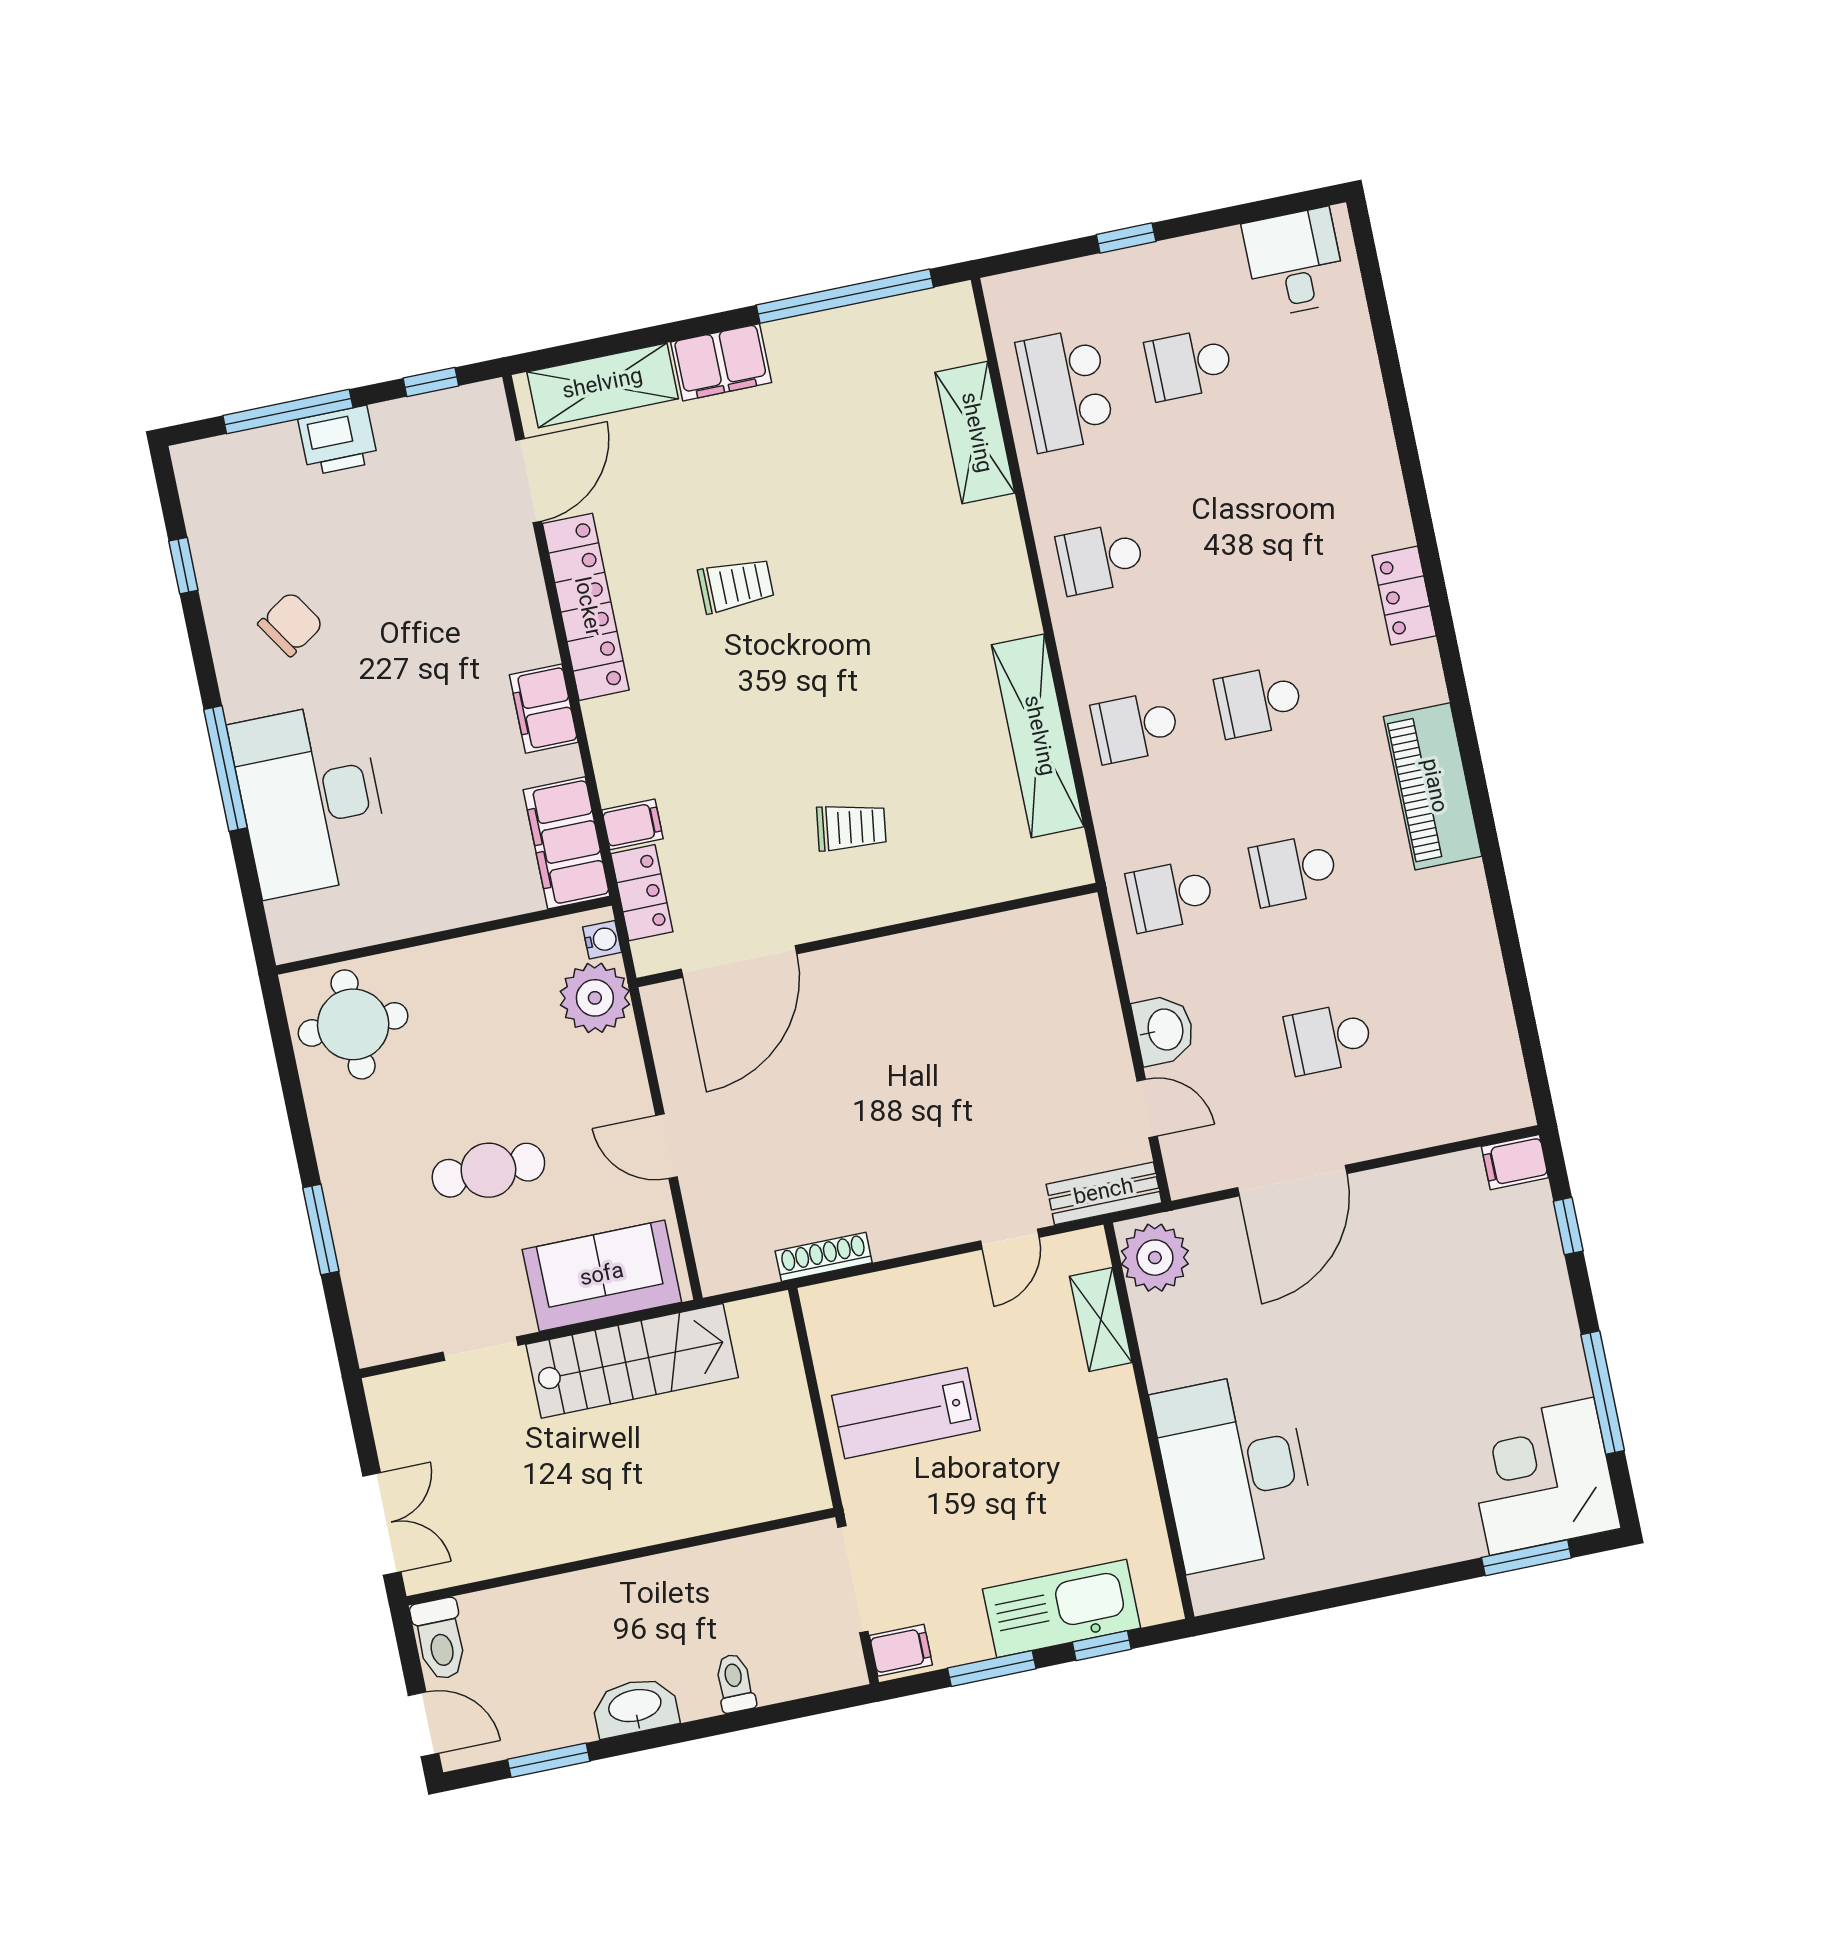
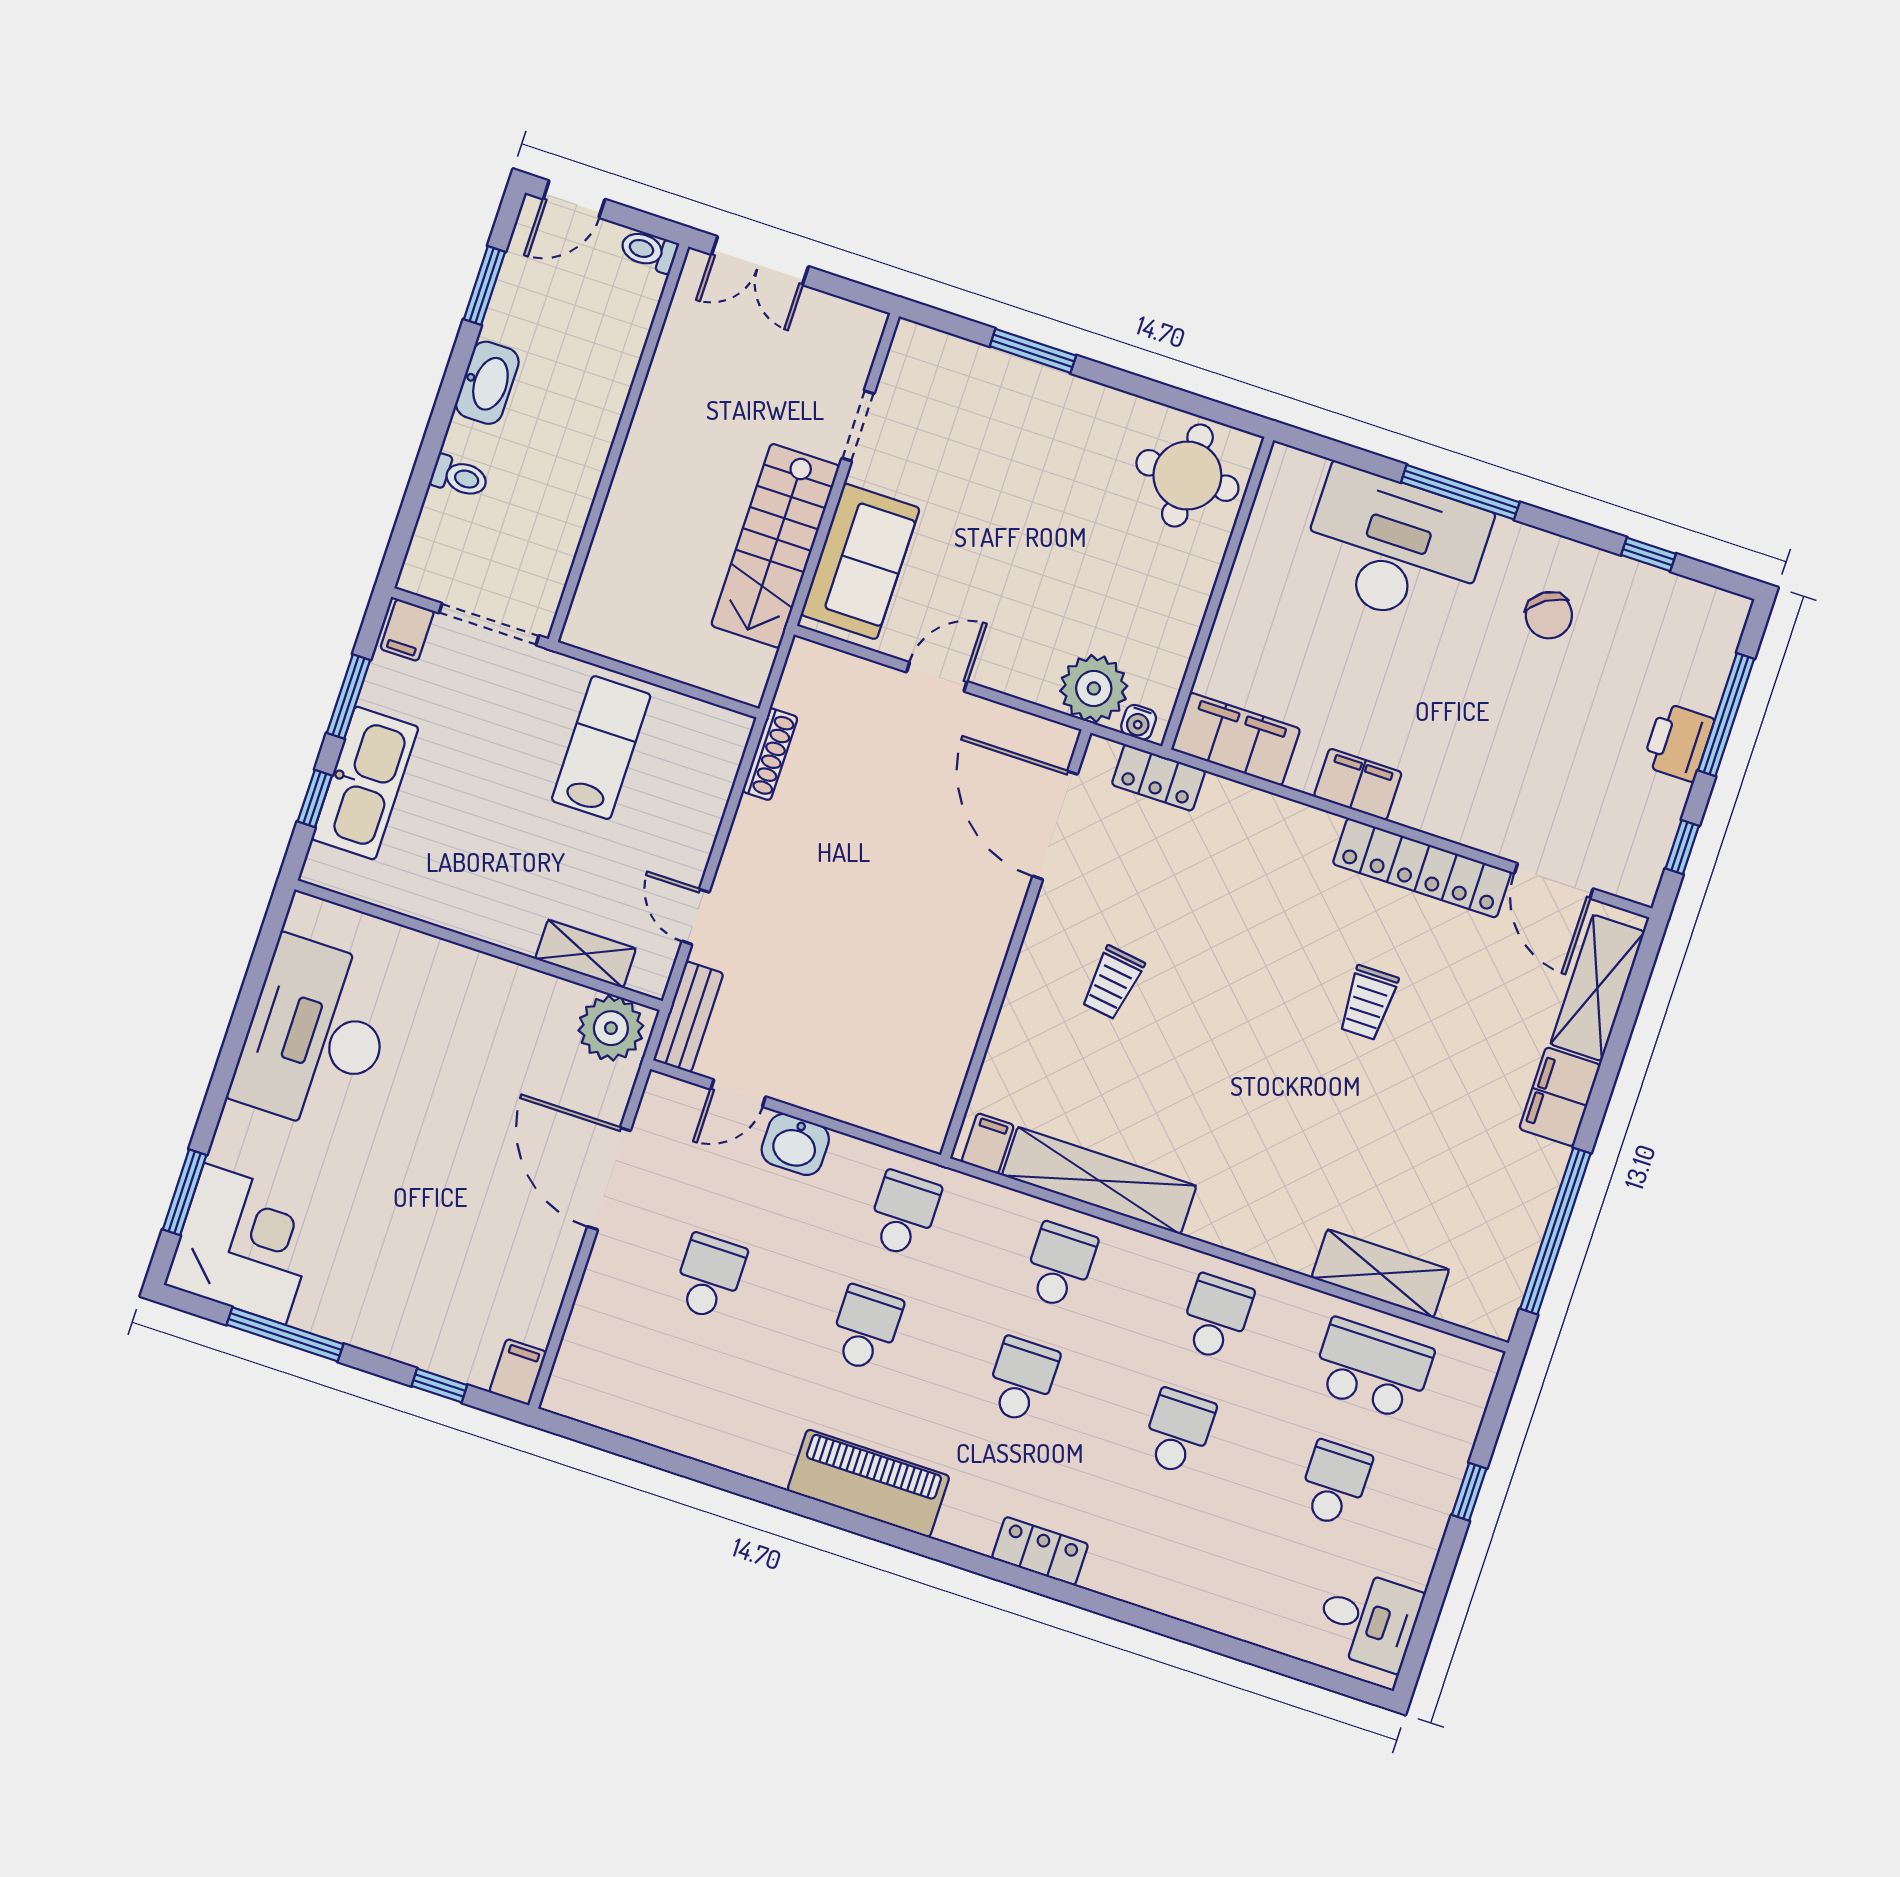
school desk: (1224, 533) -> (1178, 1432), added
filing cabinet: (632, 824) -> (988, 1143), moved, turned 180
cafe table: (488, 1170) -> (1002, 518), removed
desk: (1235, 1471) -> (316, 1035), moved, turned -90
toilet: (440, 1639) -> (649, 251), width x0.73, depth x0.72

